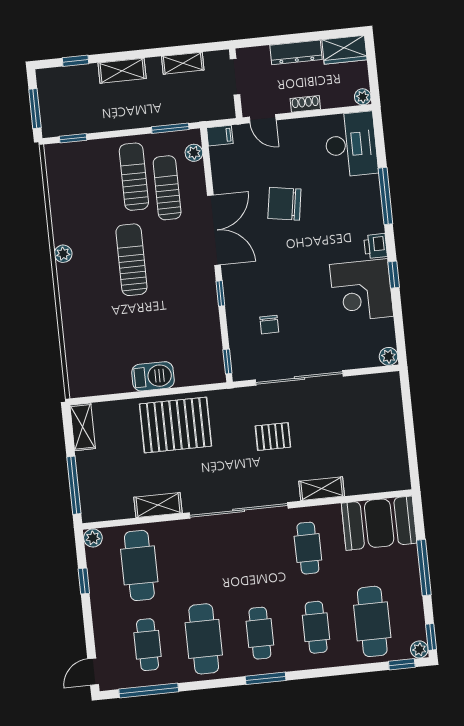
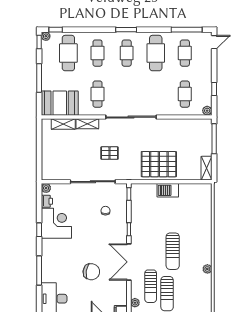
printer: (376, 246) -> (47, 201), moved
plant: (63, 254) -> (207, 269), moved
shelving: (158, 505) -> (63, 124), moved
cafe table: (139, 565) -> (185, 94), width x0.73, depth x0.74

